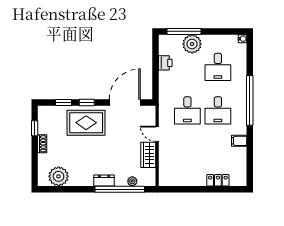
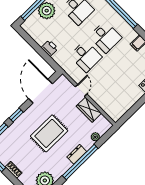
printer: (165, 63) -> (50, 48), moved
rug: (86, 123) -> (49, 133), moved
door: (157, 134) -> (81, 90), swing flipped
window: (120, 189) -> (80, 162), moved

